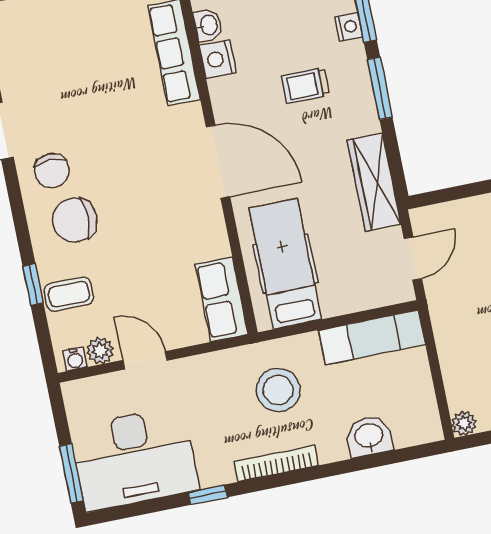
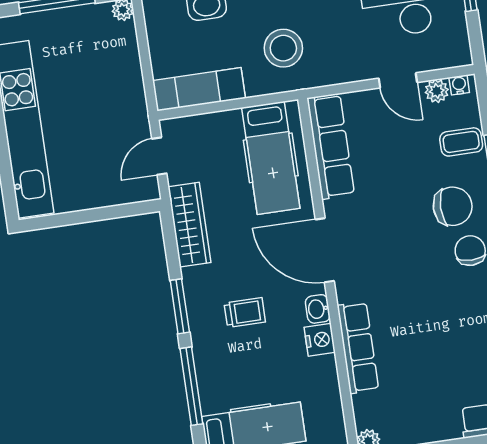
washbasin: (208, 25) -> (318, 309), moved
nightstand: (349, 27) -> (204, 362), removed
row of seats: (222, 299) -> (331, 146), width x1.48

